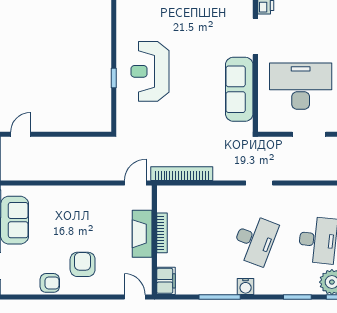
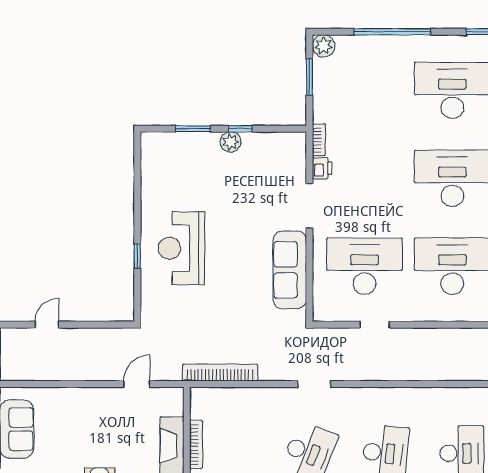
door: (21, 134) -> (47, 325), moved
doorway: (309, 134) -> (375, 325), width x0.73
door: (135, 183) -> (137, 384), moved

